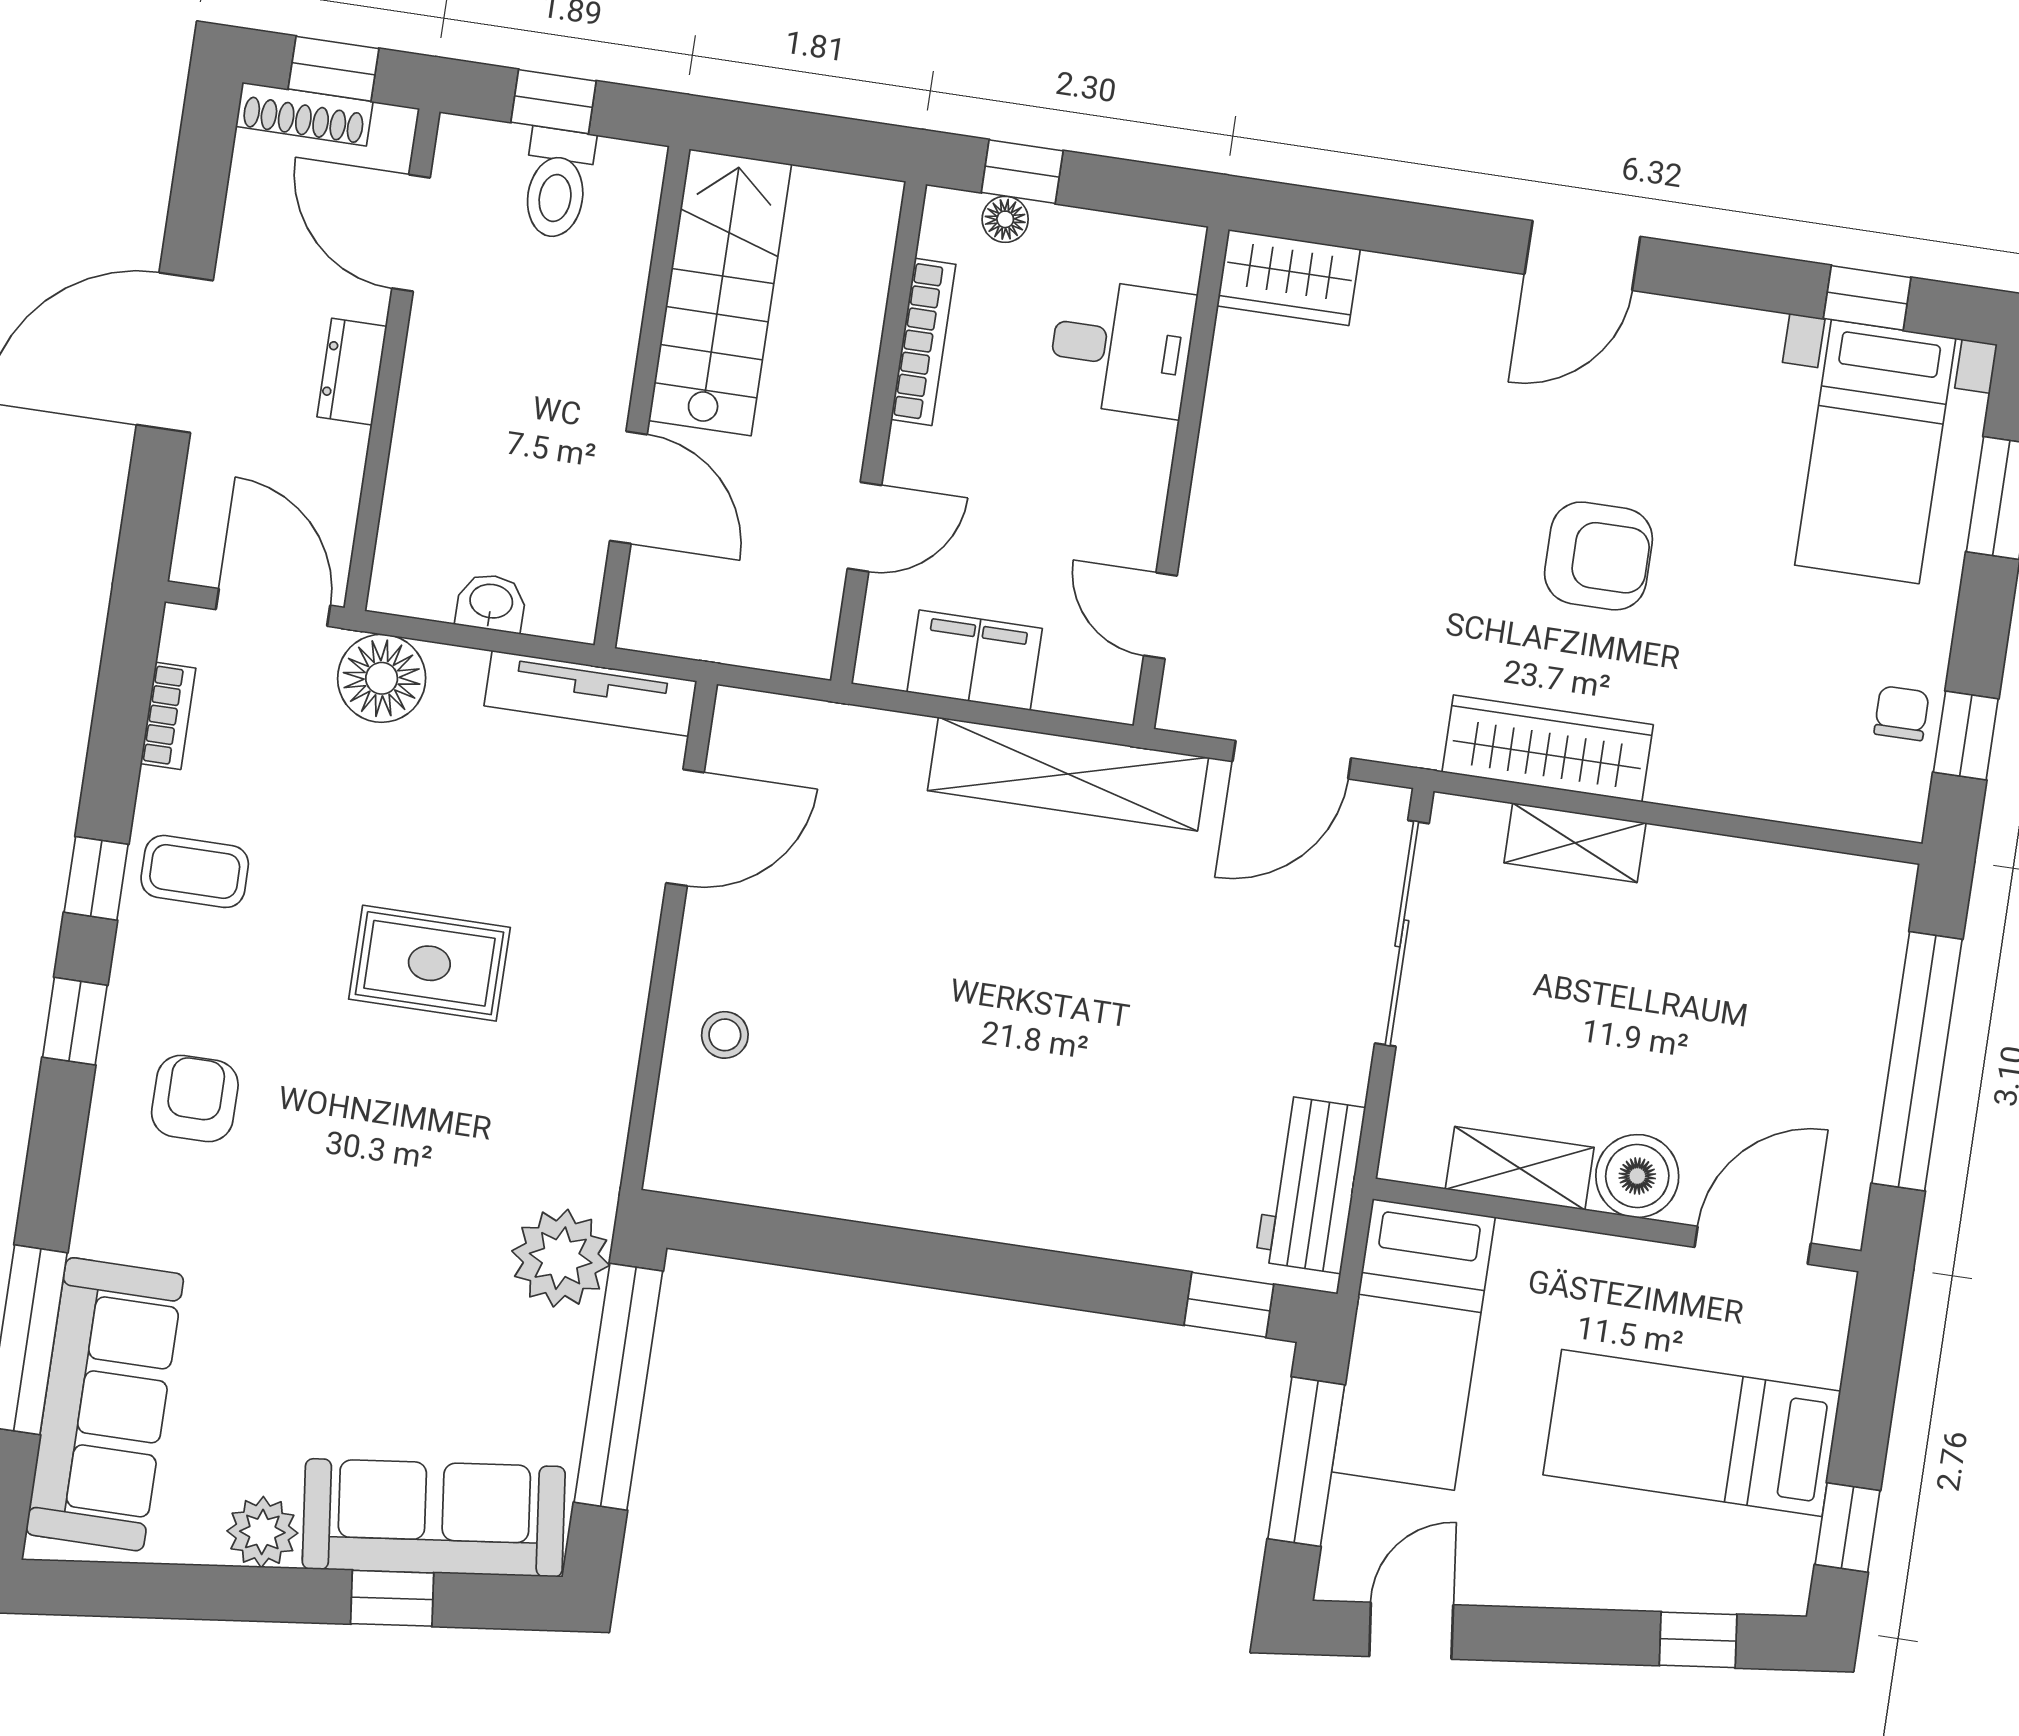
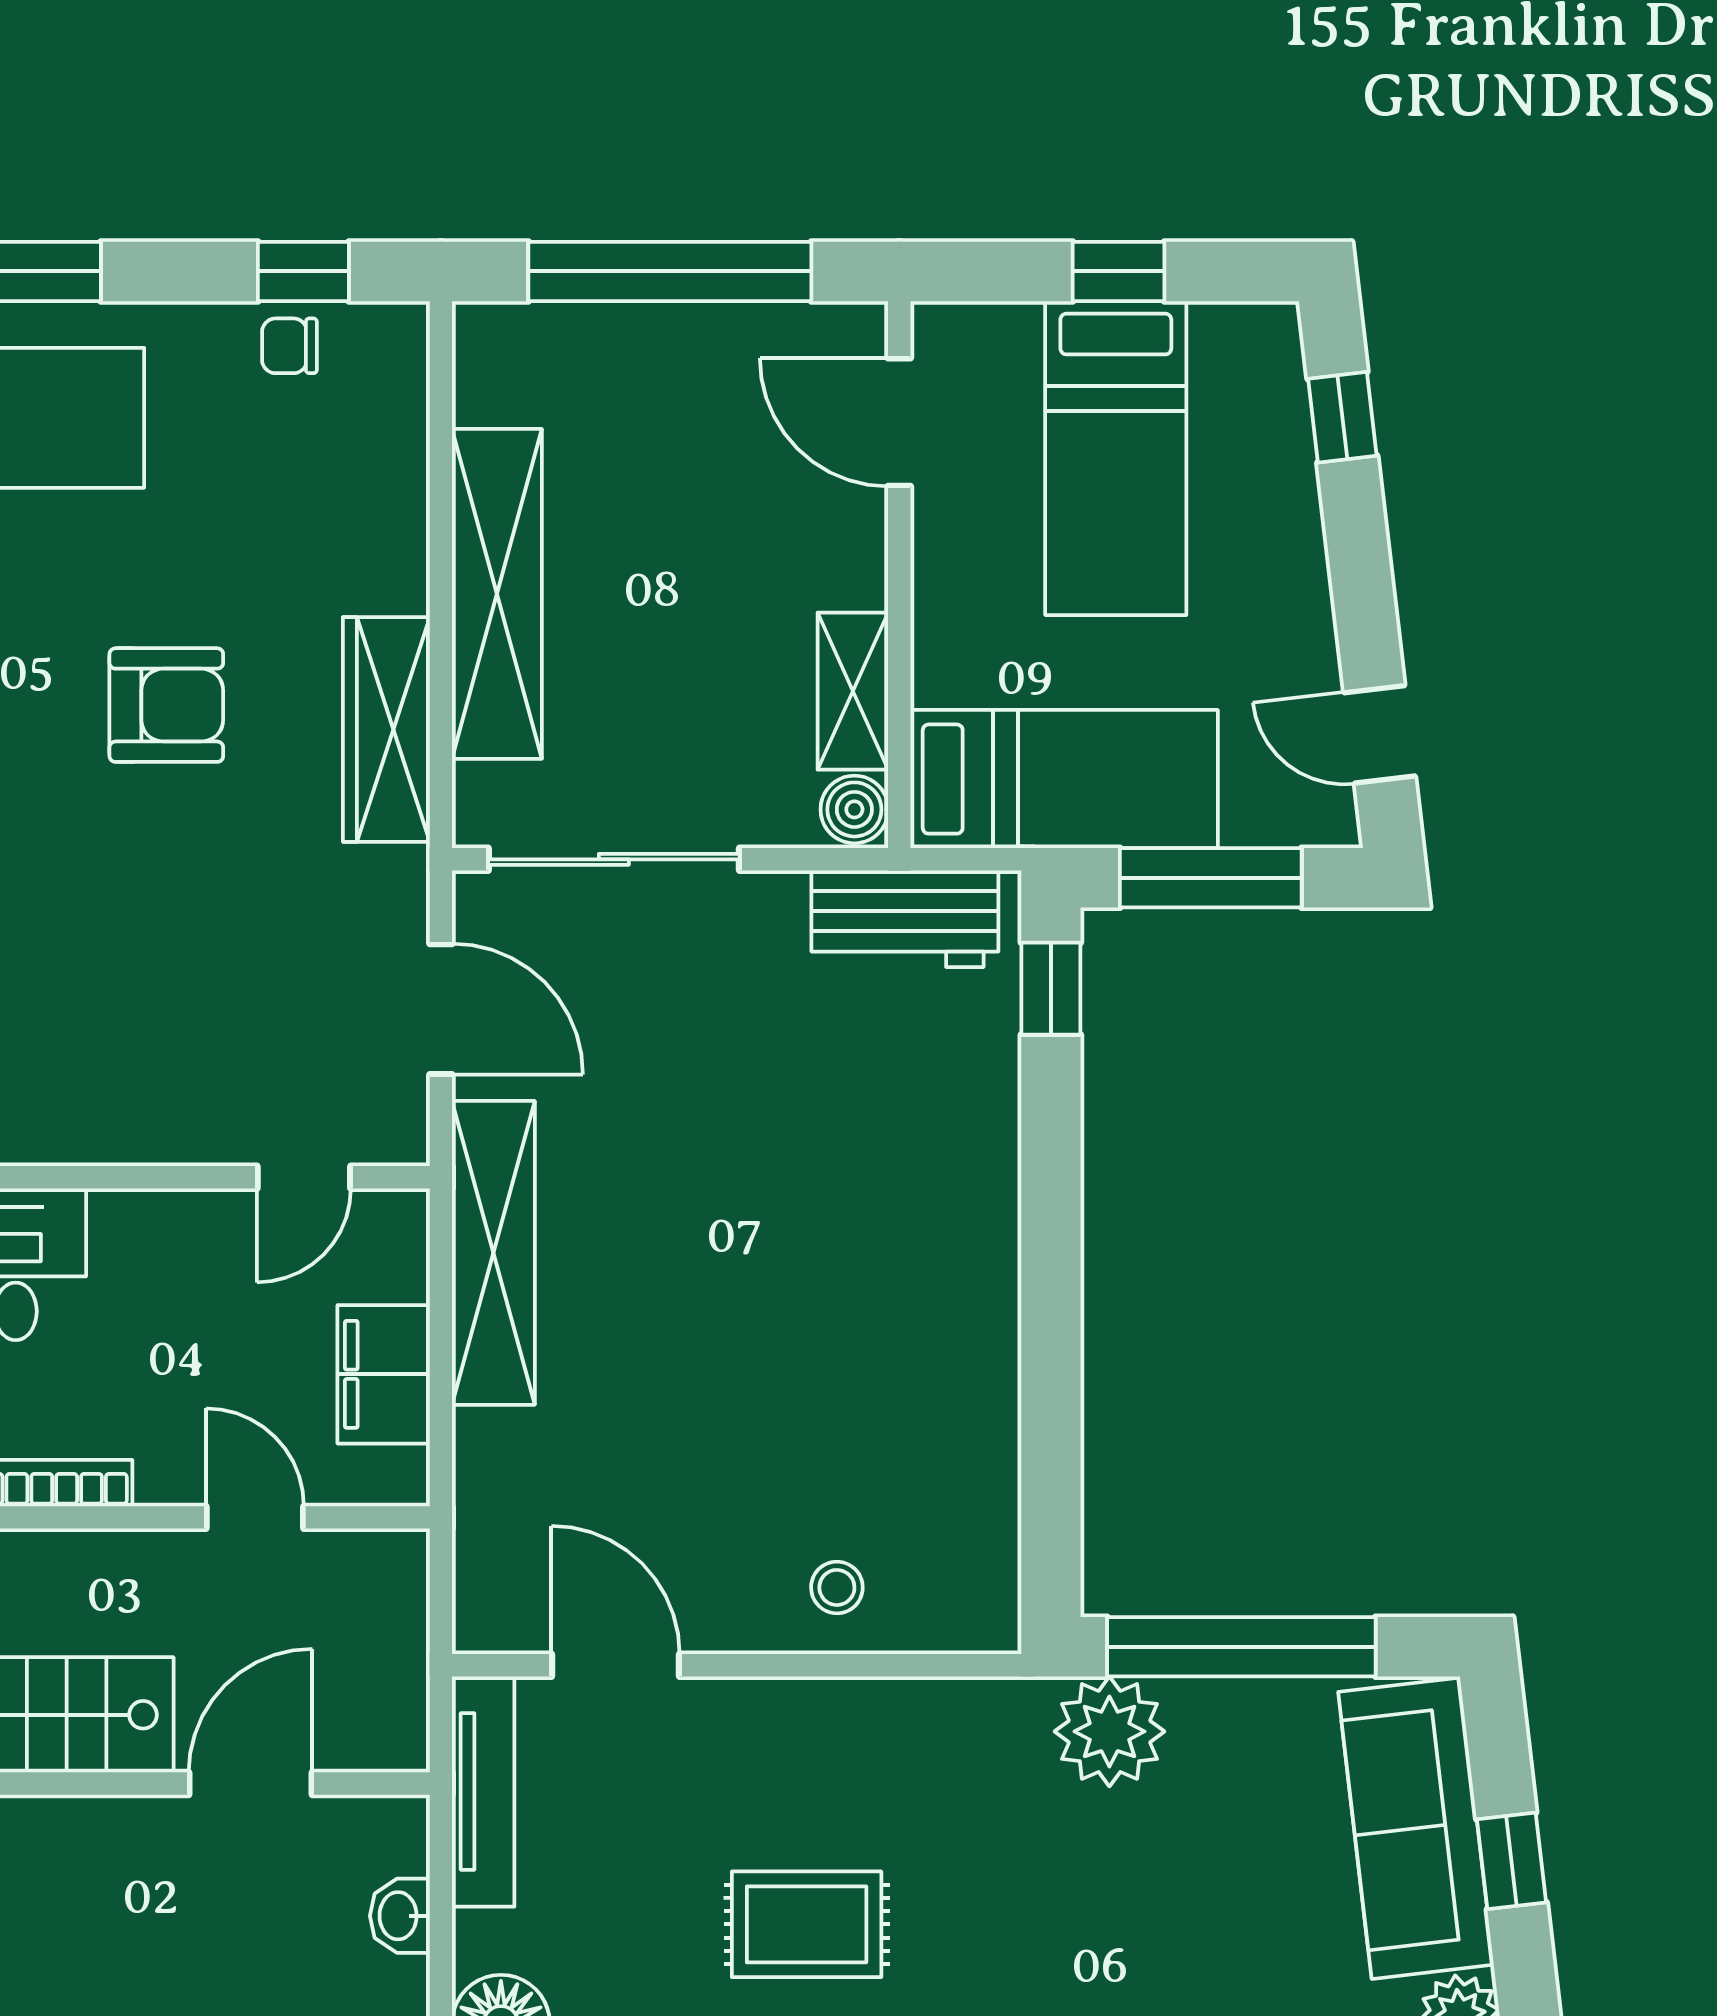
armchair: (1598, 556) -> (166, 705), turned 90
shelving: (1575, 843) -> (497, 594), width x2.20, depth x1.33
rug: (429, 963) -> (807, 1924), turned 90
boiler: (1637, 1176) -> (854, 809), moved, width x0.73, depth x0.73
window: (1847, 1527) -> (1119, 271), moved

